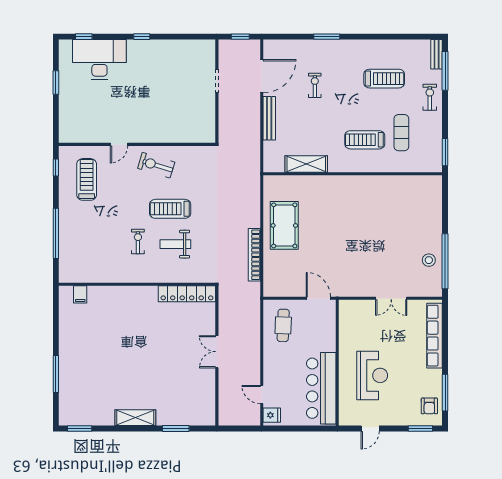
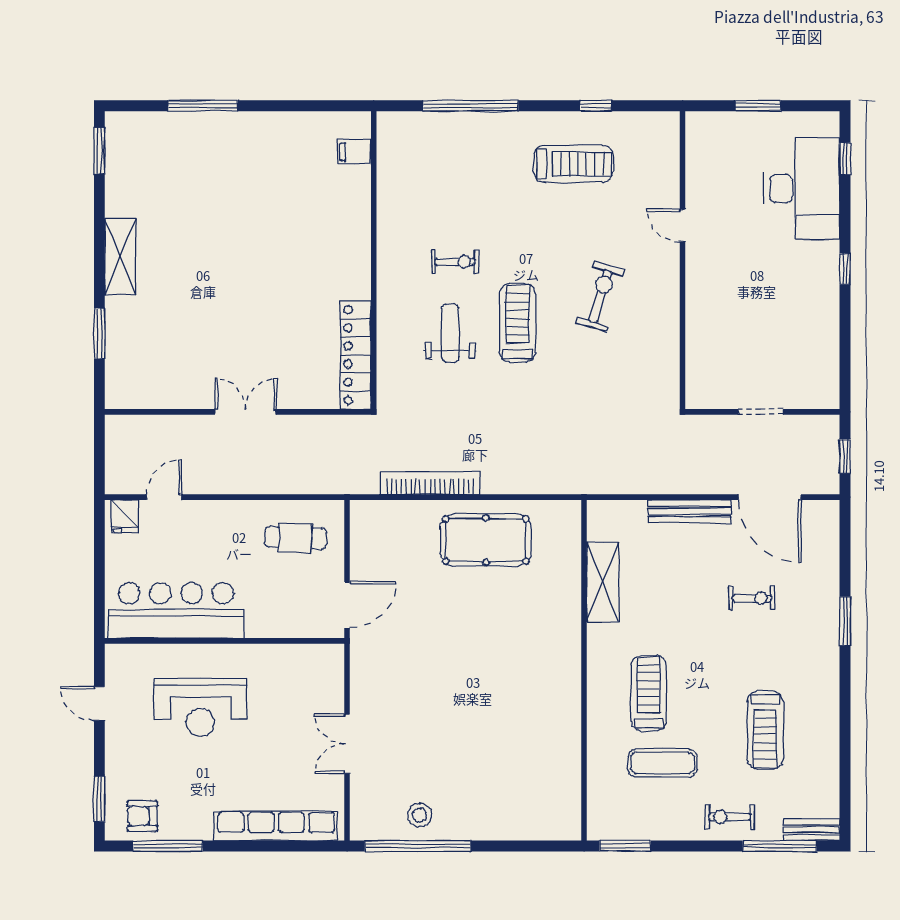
exercise bike: (430, 97) -> (730, 817), turned 180
door: (119, 144) -> (683, 226), moved
wall: (137, 144) -> (683, 260), moved

